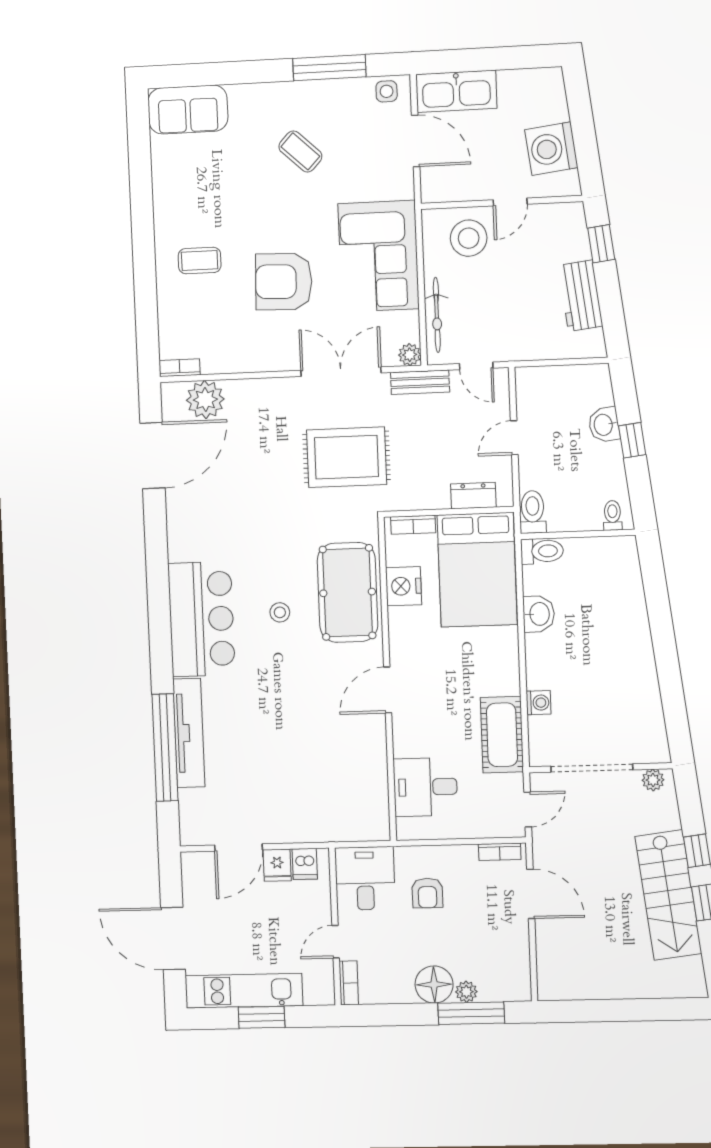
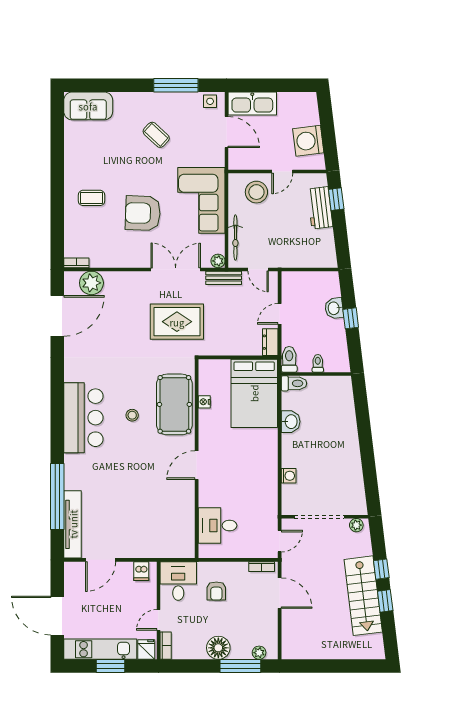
workbench: (580, 296) -> (320, 208), moved
dresser: (473, 496) -> (270, 342), moved, turned -90
toilet: (613, 515) -> (318, 363), moved
bookcase: (413, 525) -> (216, 364), removed
nightstand: (404, 586) -> (204, 402), width x0.53, depth x0.56
tv unit: (189, 733) -> (73, 524), moved
cot: (502, 735) -> (266, 495), removed
fridge: (277, 865) -> (146, 649), moved, turned 180
plant: (466, 992) -> (259, 653), moved

